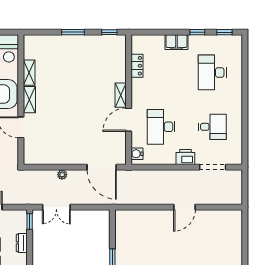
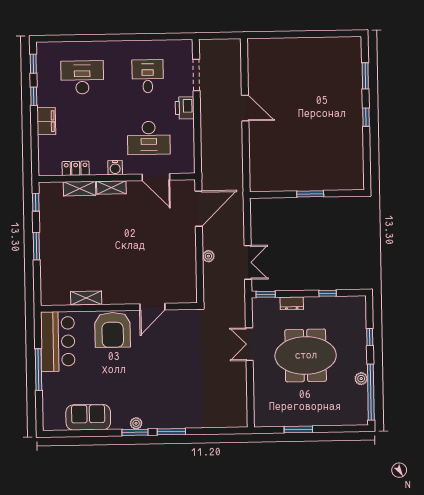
desk: (212, 72) -> (82, 77), turned 180
shelving: (29, 100) -> (80, 189), moved
door: (129, 120) -> (156, 177), moved
water cooler: (137, 154) -> (115, 168), moved

